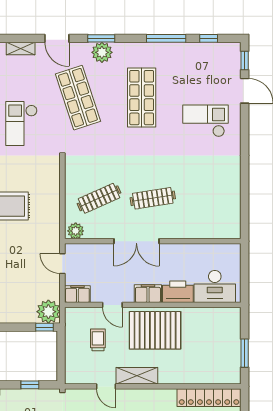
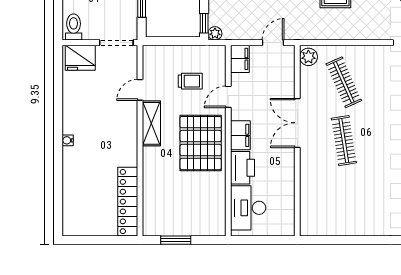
plant: (48, 312) -> (215, 33), width x0.53, depth x0.53

